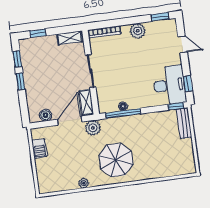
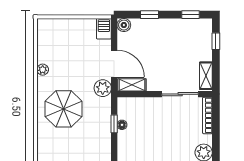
sliding door: (91, 71) -> (180, 94), moved
window: (20, 81) -> (150, 15), moved
window: (123, 113) -> (114, 124), width x0.46
boiler: (46, 115) -> (124, 25), moved
barbecue: (39, 148) -> (104, 29), moved, turned 90

